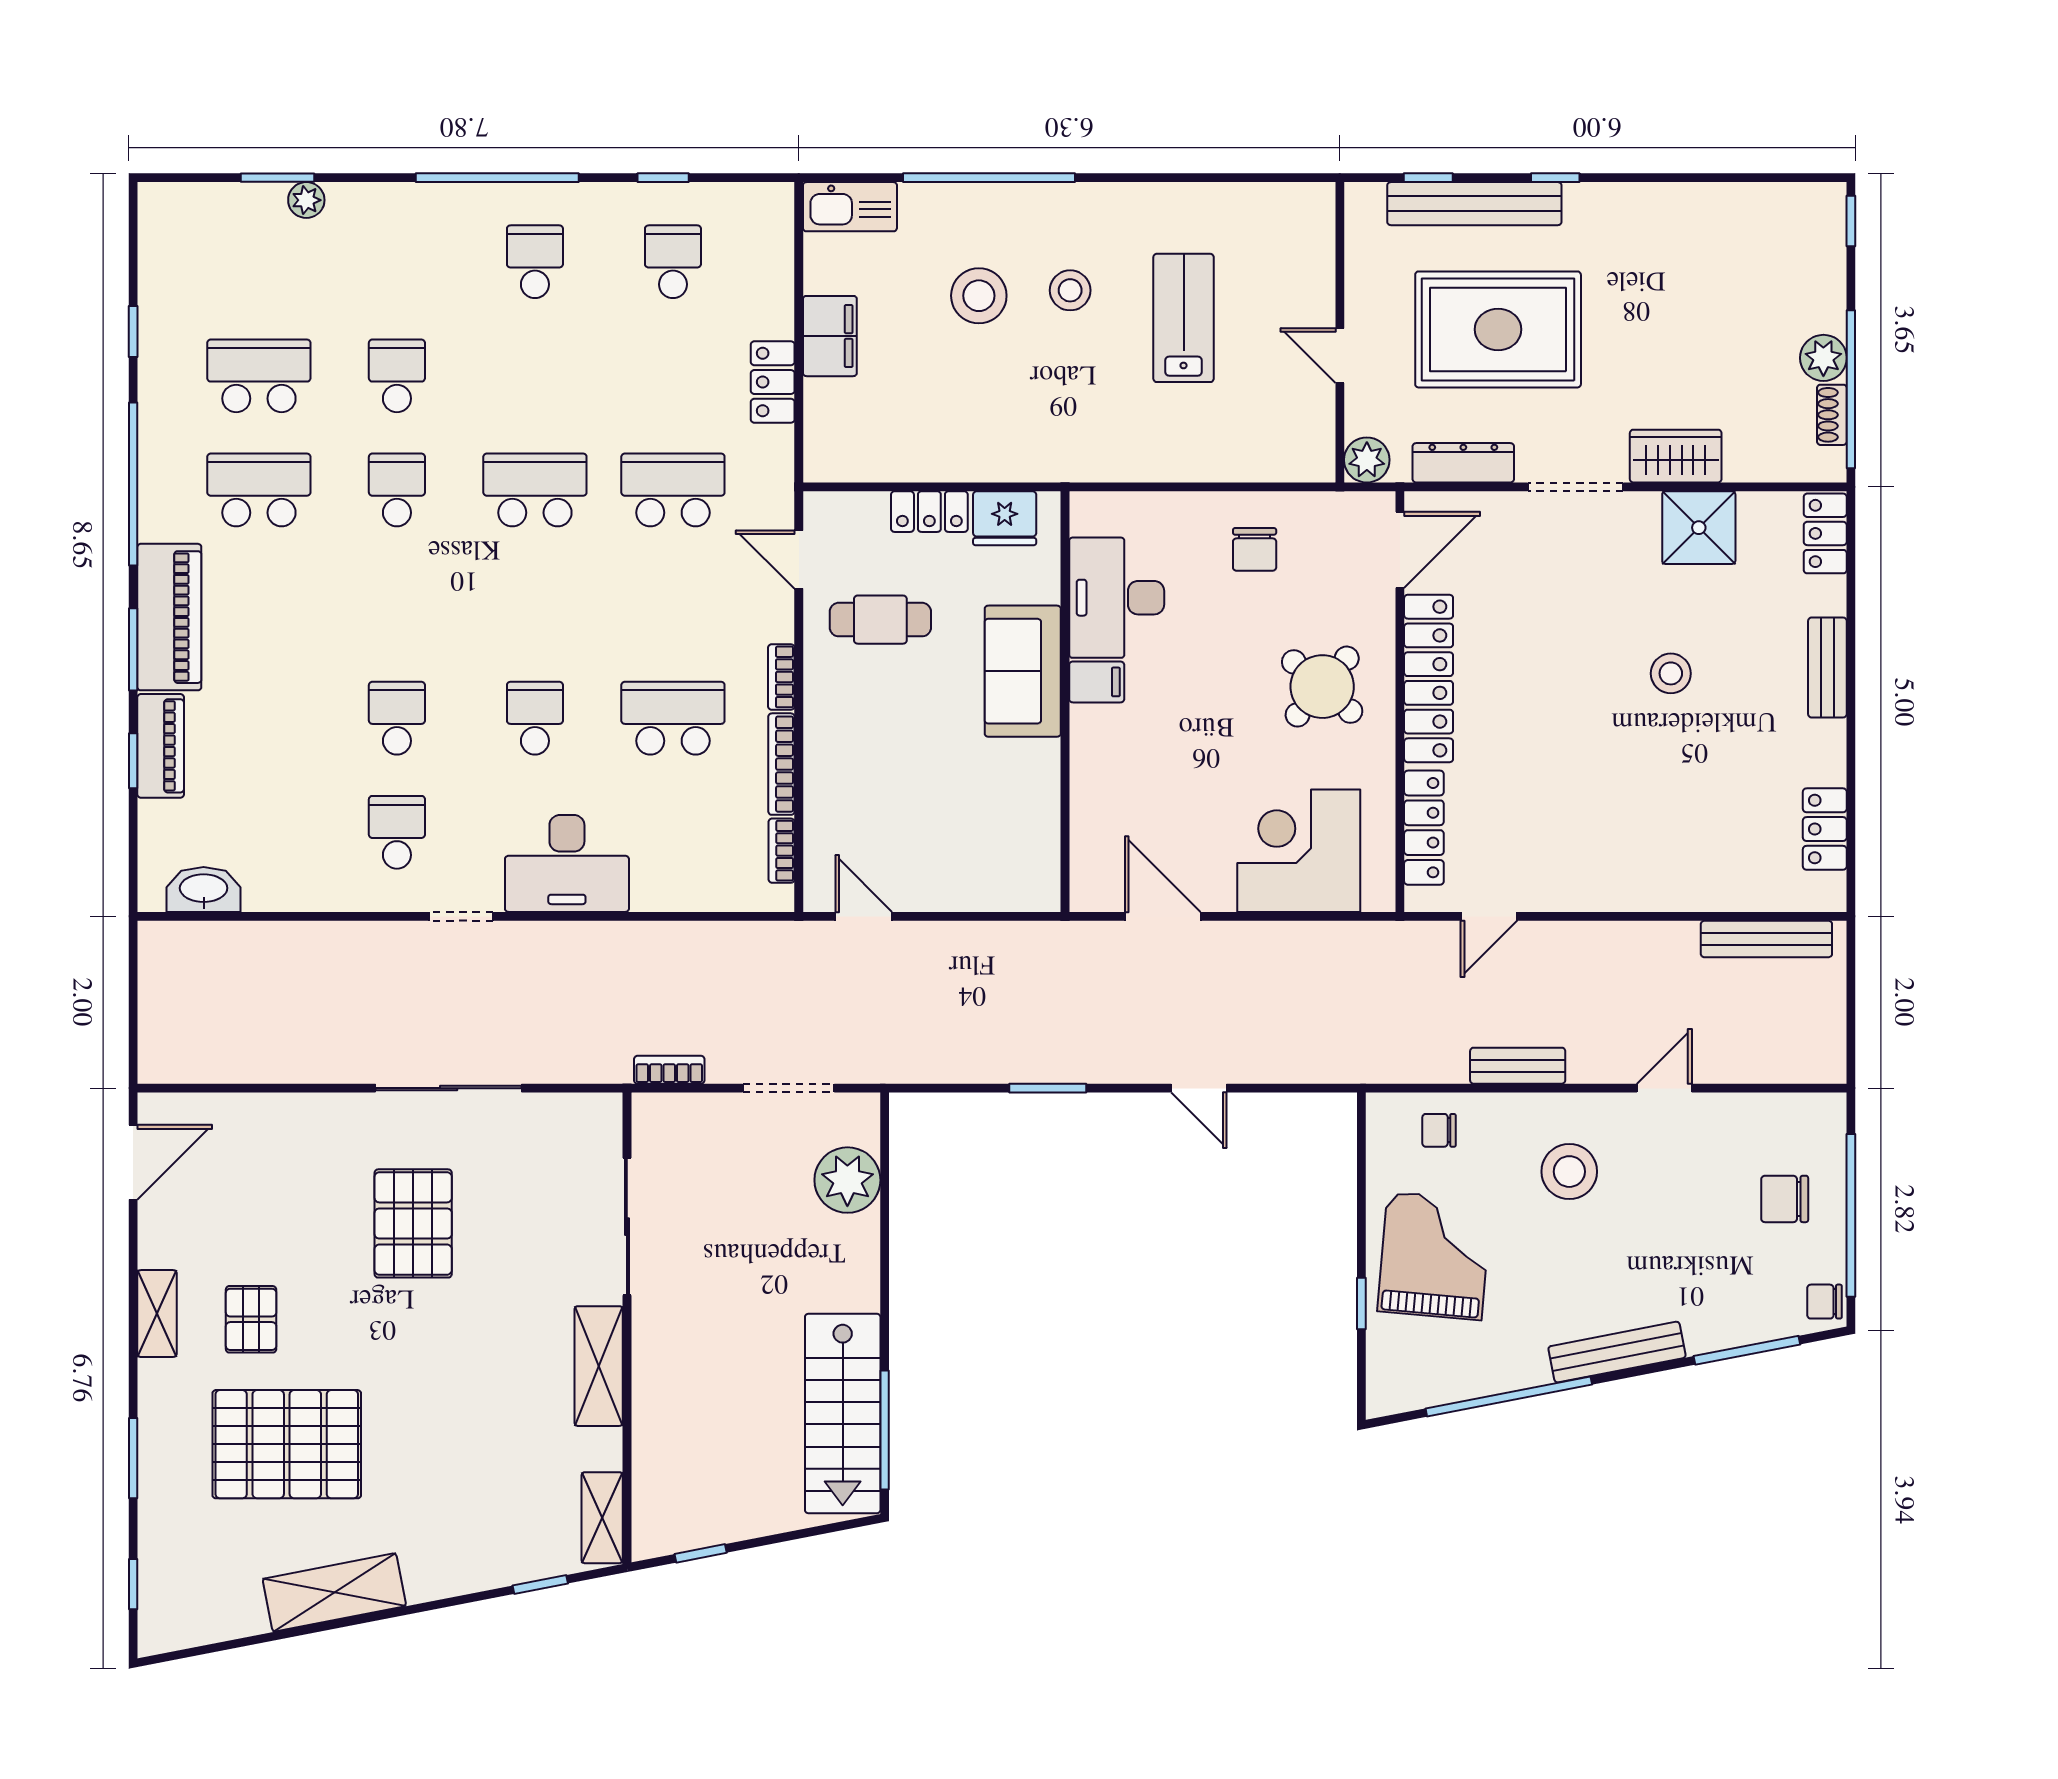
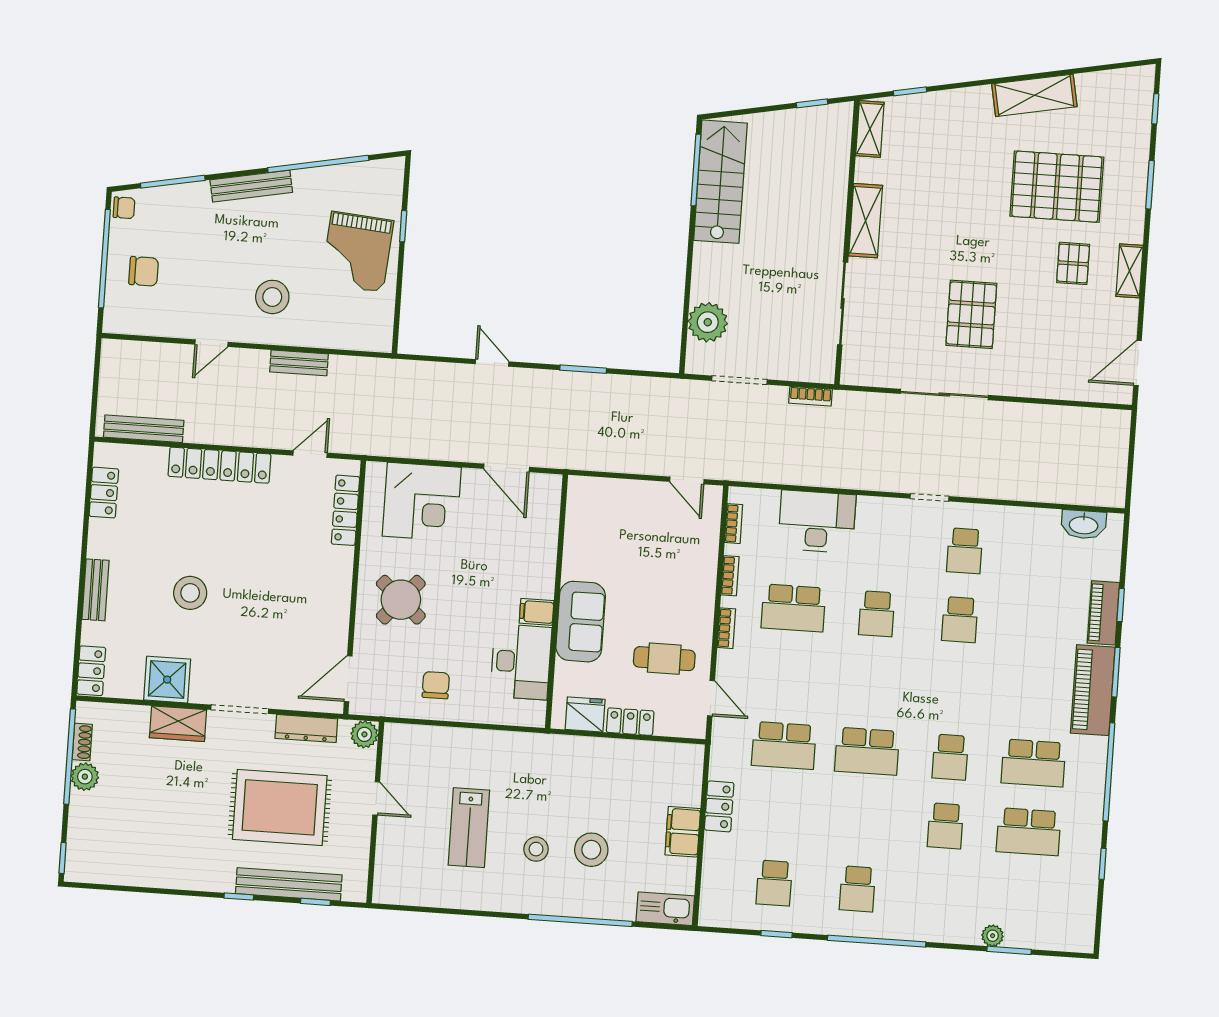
stool: (1671, 673) -> (190, 593), width x1.38, depth x1.38
locker: (1429, 679) -> (219, 465), moved, turned -90
bookcase: (781, 764) -> (730, 576), width x0.64
desk: (567, 863) -> (817, 522), moved
chair: (1439, 1130) -> (349, 327), removed

